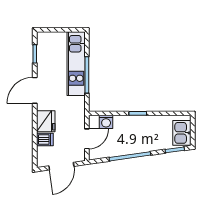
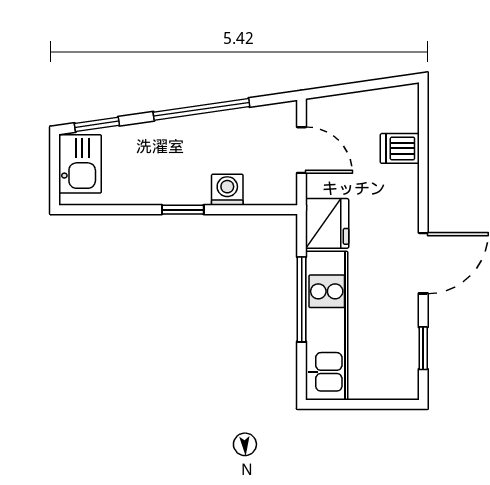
fridge: (46, 121) -> (327, 223), moved, turned 180
washing machine: (106, 122) -> (227, 190), moved
door: (87, 139) -> (302, 150), swing flipped
door: (61, 166) -> (361, 86), removed

